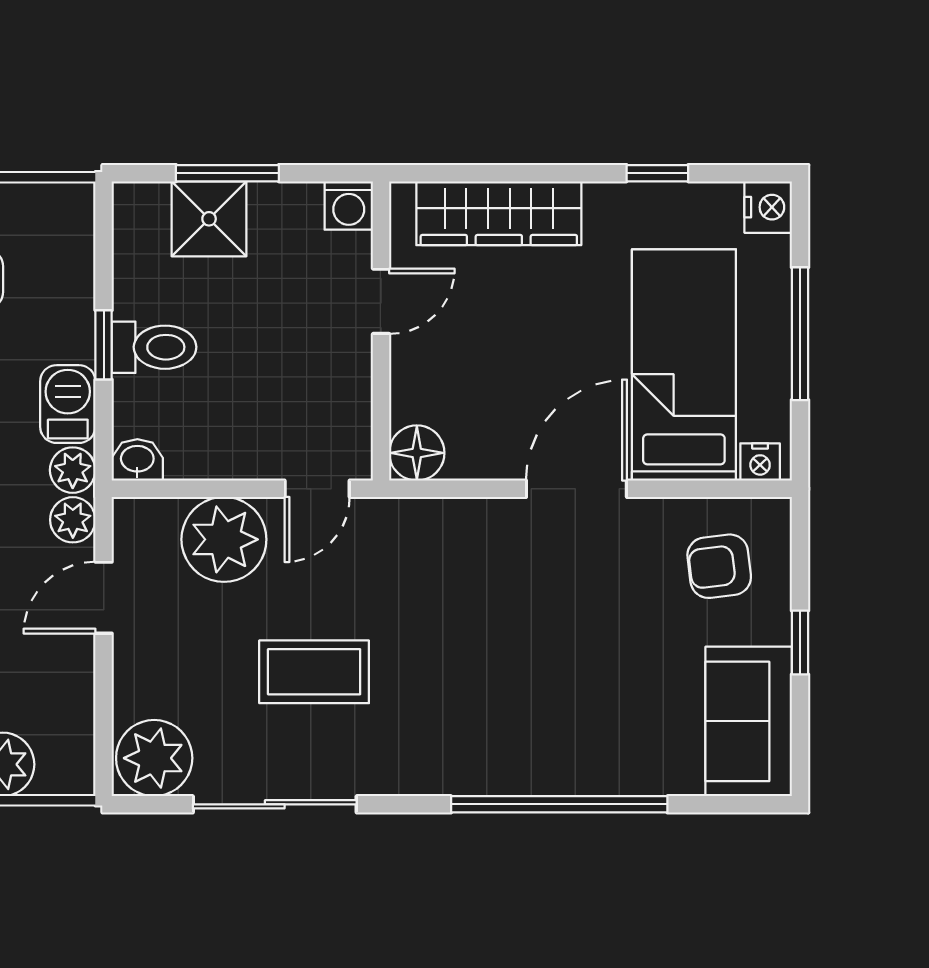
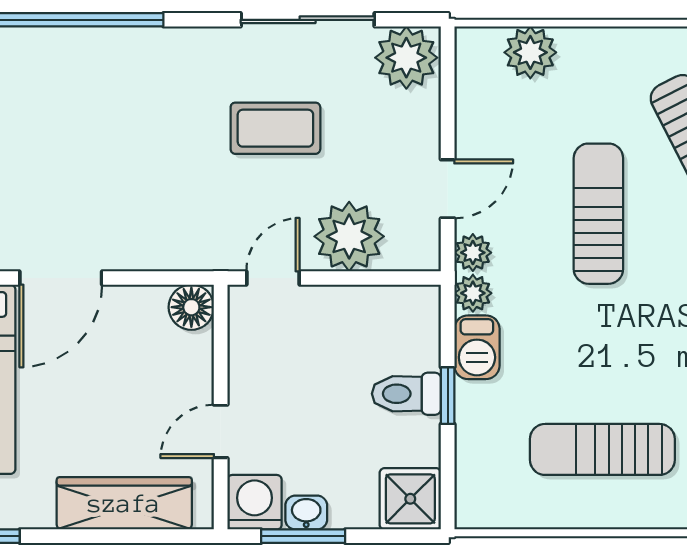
window: (227, 173) -> (303, 536), moved
washing machine: (349, 206) -> (255, 502), width x1.38, depth x1.38
shower: (209, 219) -> (410, 499), moved
washbasin: (137, 460) -> (306, 513), moved, turned 180

